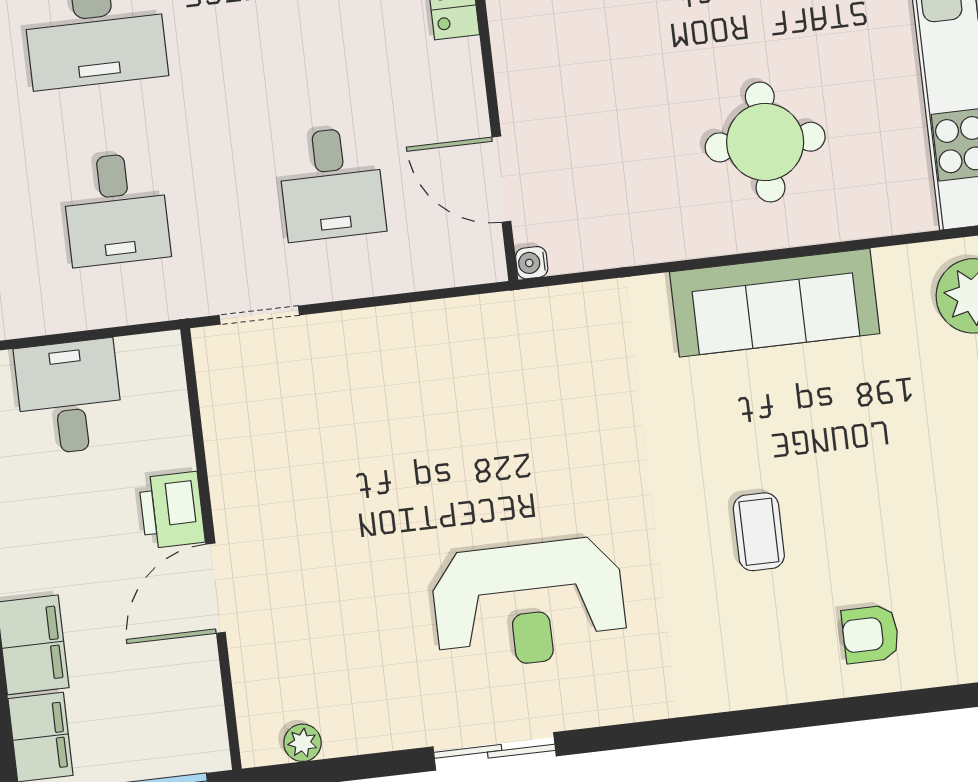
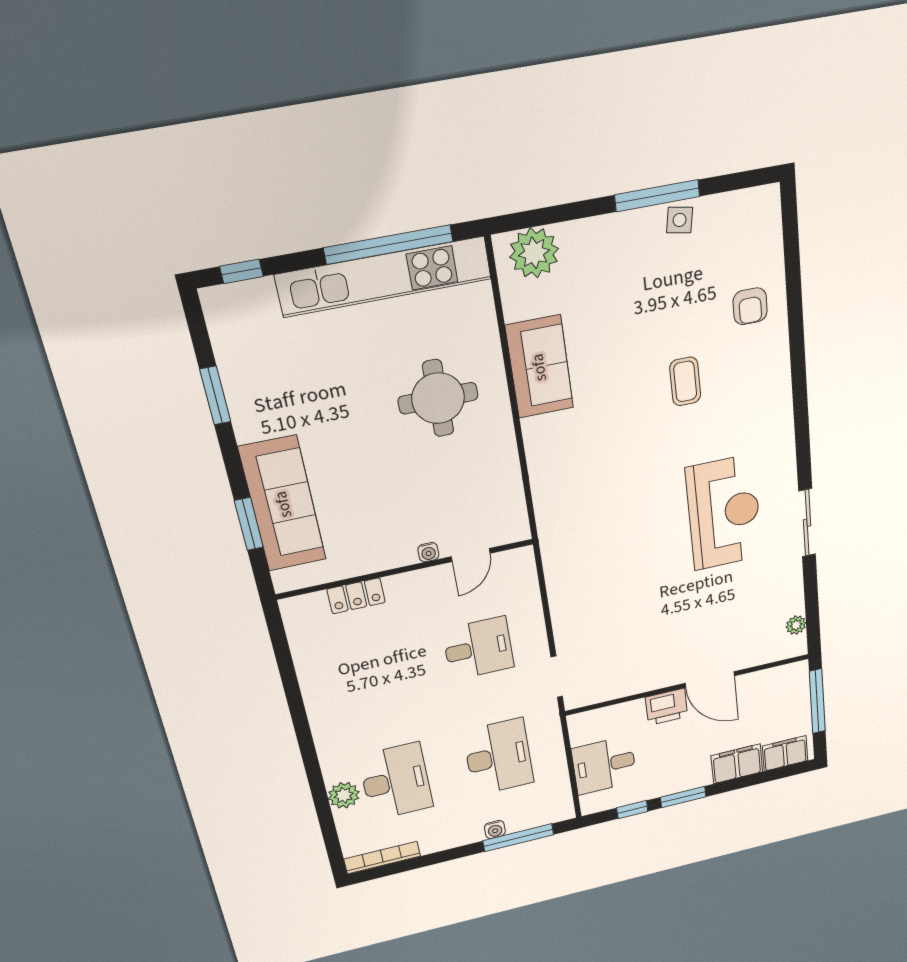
door: (501, 179) -> (471, 555), width x0.73
desk: (116, 209) -> (498, 757), width x1.37
water cooler: (532, 263) -> (428, 552), moved
sofa: (775, 303) -> (539, 367), width x0.73
coffee table: (759, 532) -> (685, 381), turned 90

